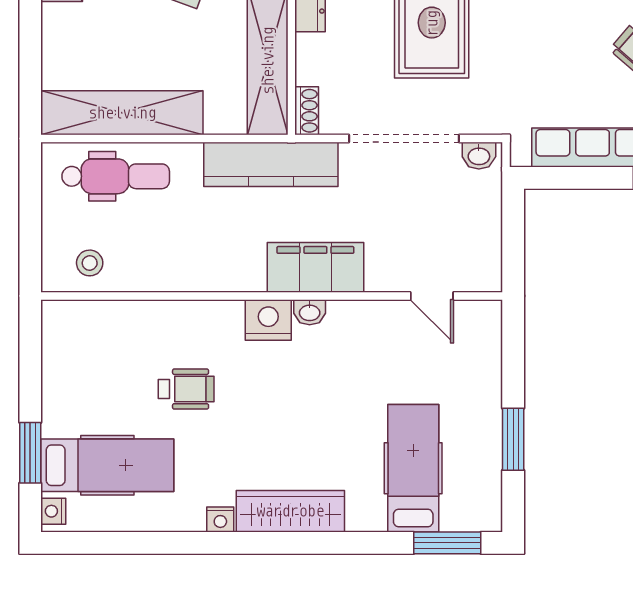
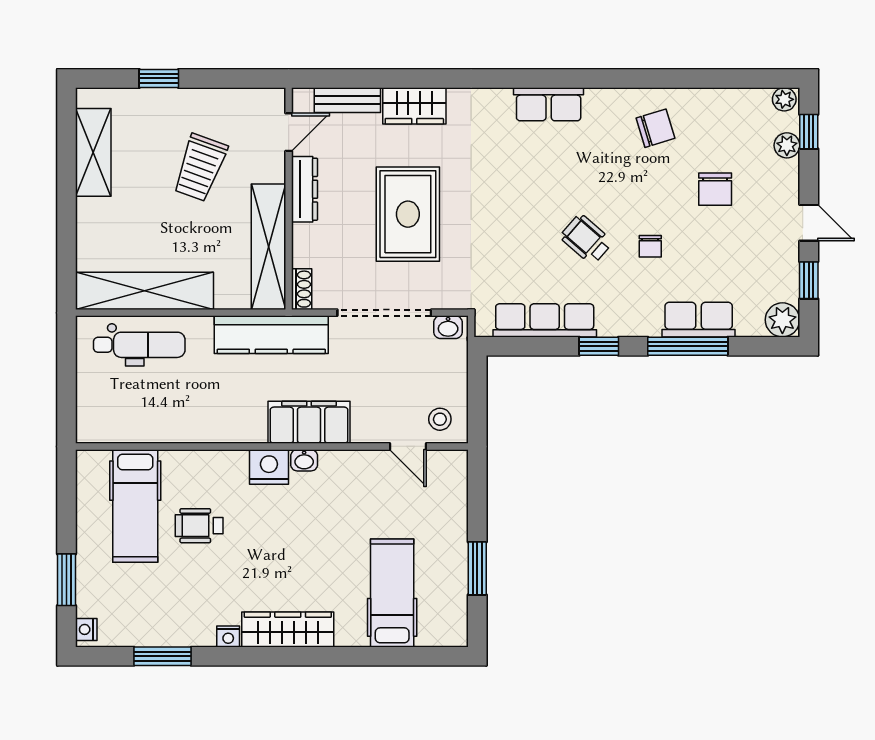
stool: (90, 263) -> (440, 419), moved
wheelchair: (186, 389) -> (199, 526), turned 180
hospital bed: (107, 465) -> (135, 506), moved, turned 90
window: (447, 543) -> (162, 656), moved

